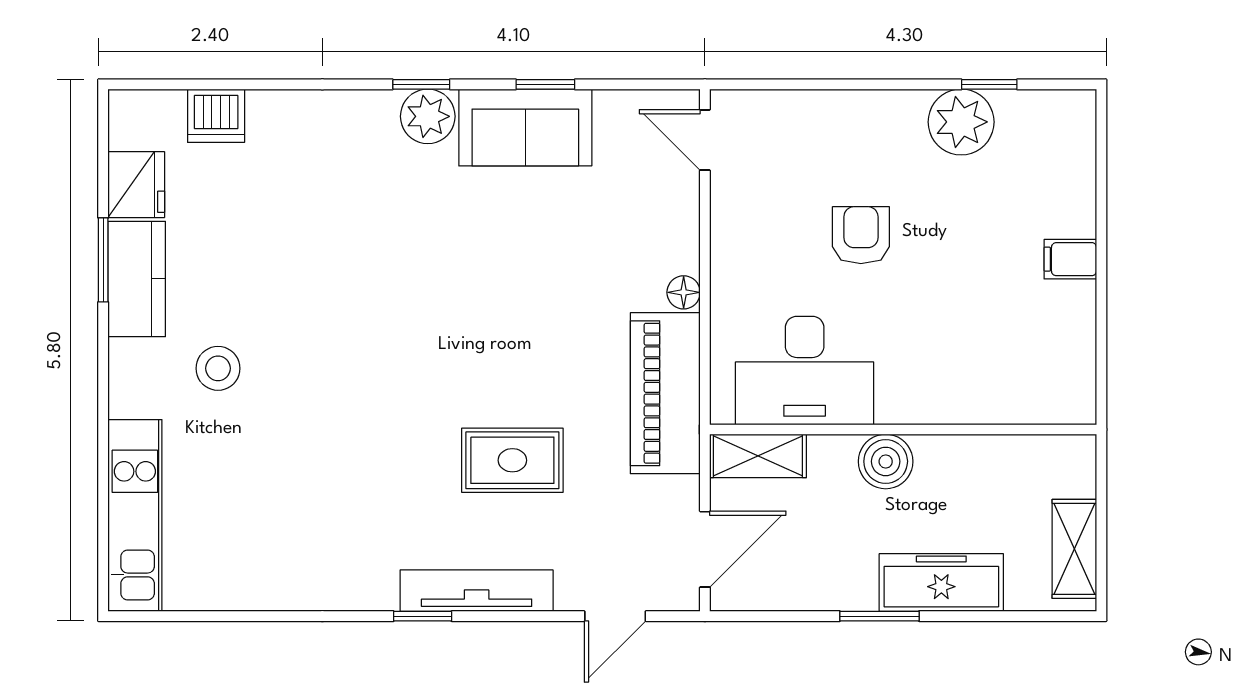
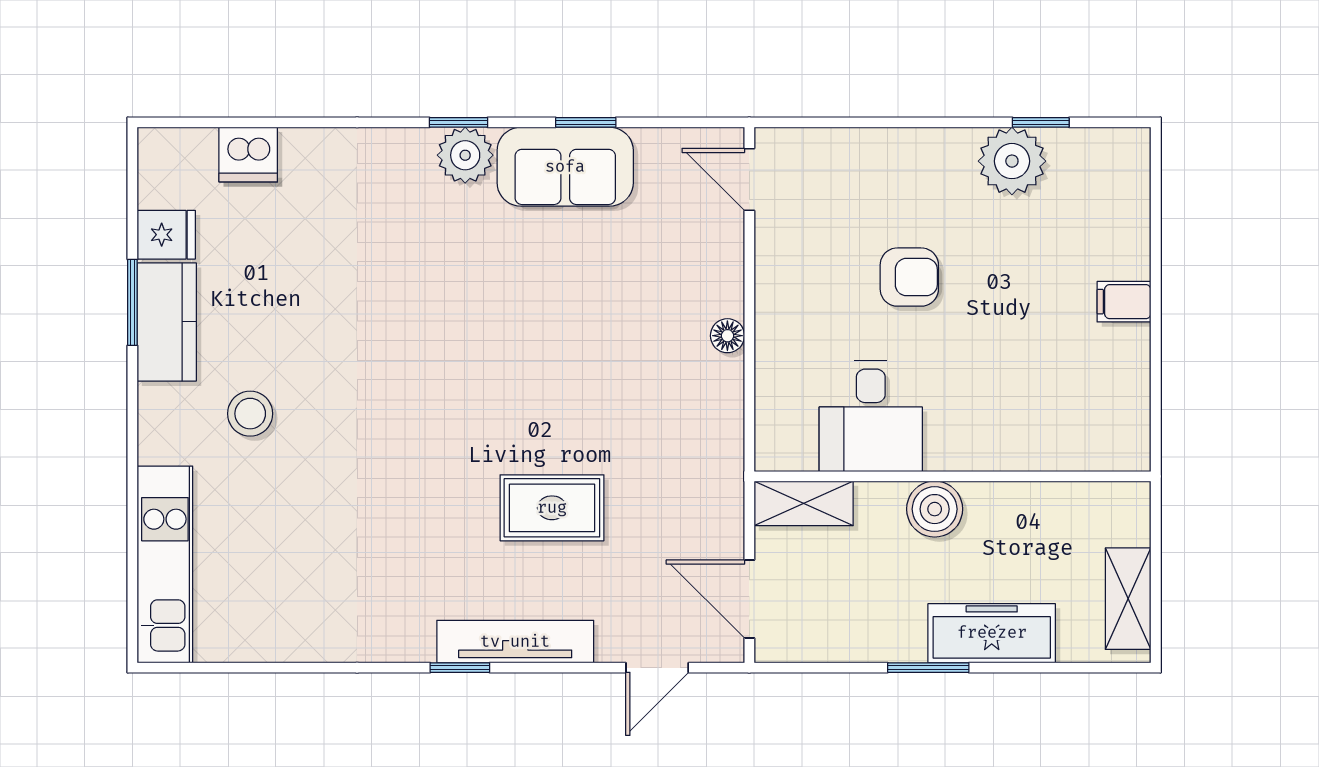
fridge: (136, 185) -> (166, 235), width x0.72
armchair: (861, 235) -> (909, 277), turned 90
desk: (805, 371) -> (871, 416), width x0.73
piano: (665, 393) -> (709, 439), removed
door: (705, 549) -> (749, 599), swing flipped

